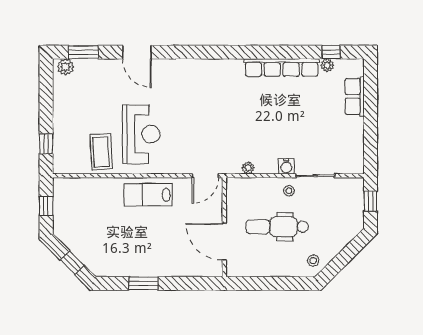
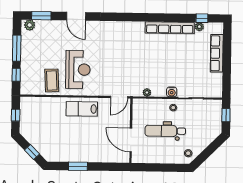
row of seats: (355, 96) -> (217, 53), width x1.48
window: (46, 103) -> (17, 48), added

